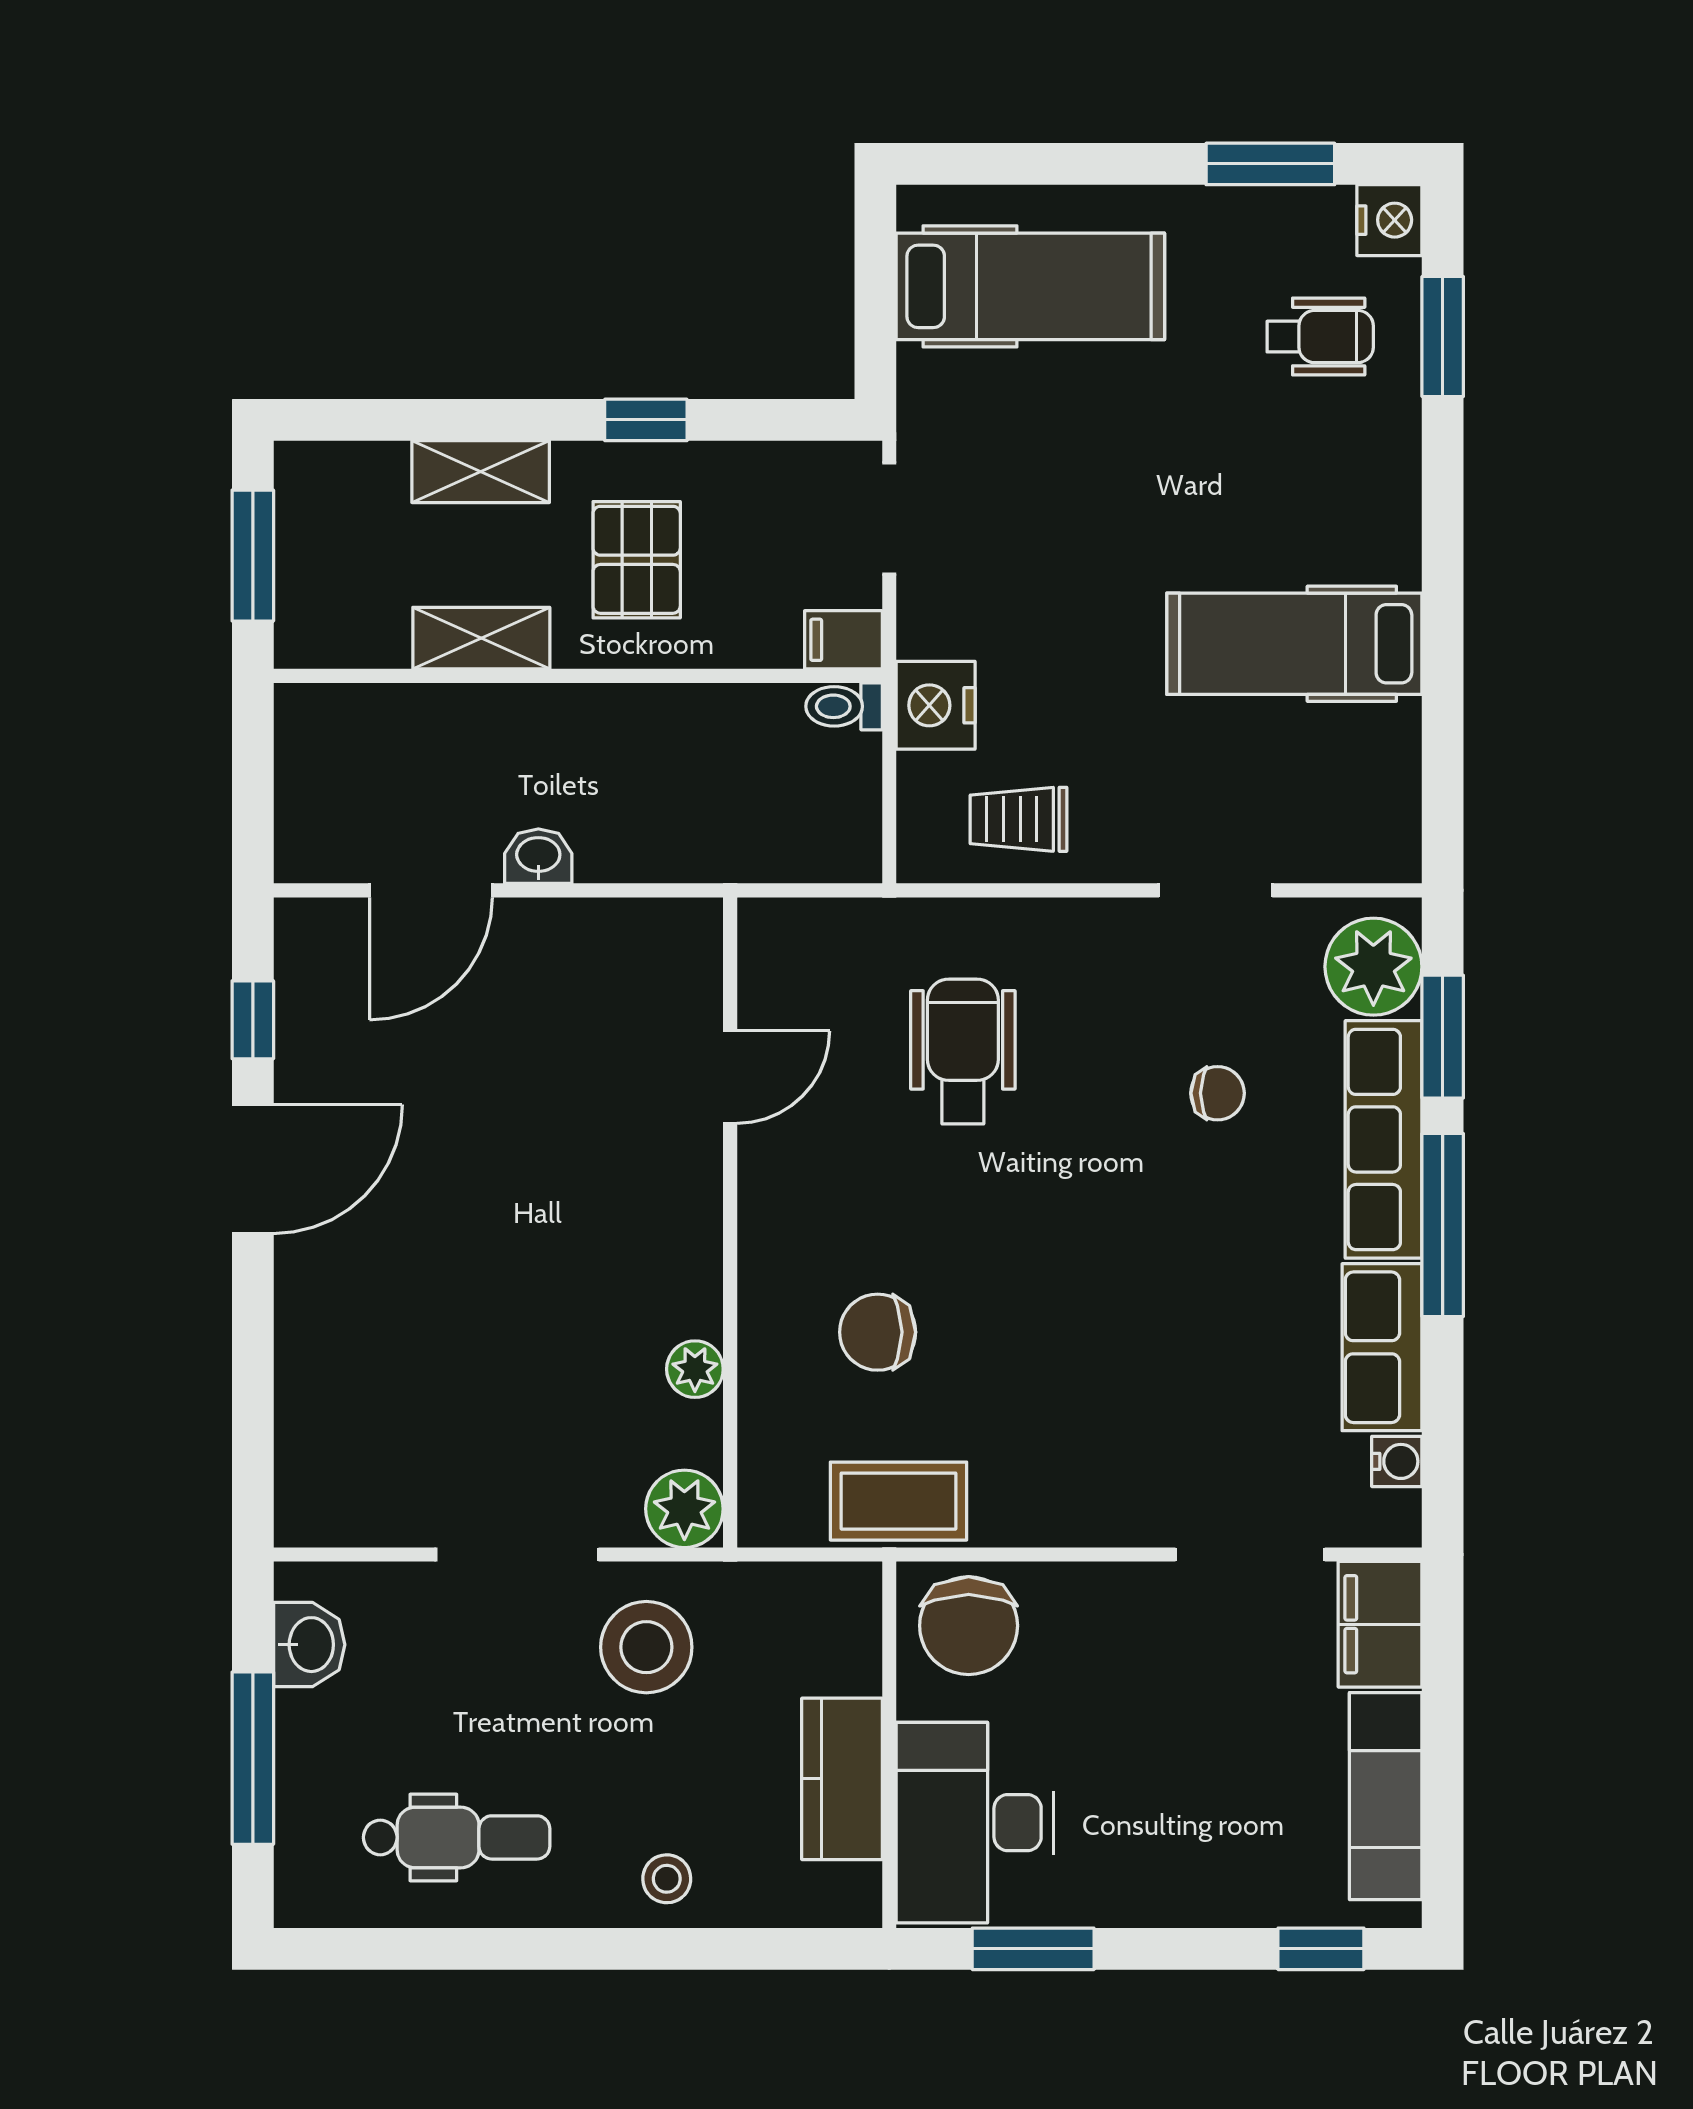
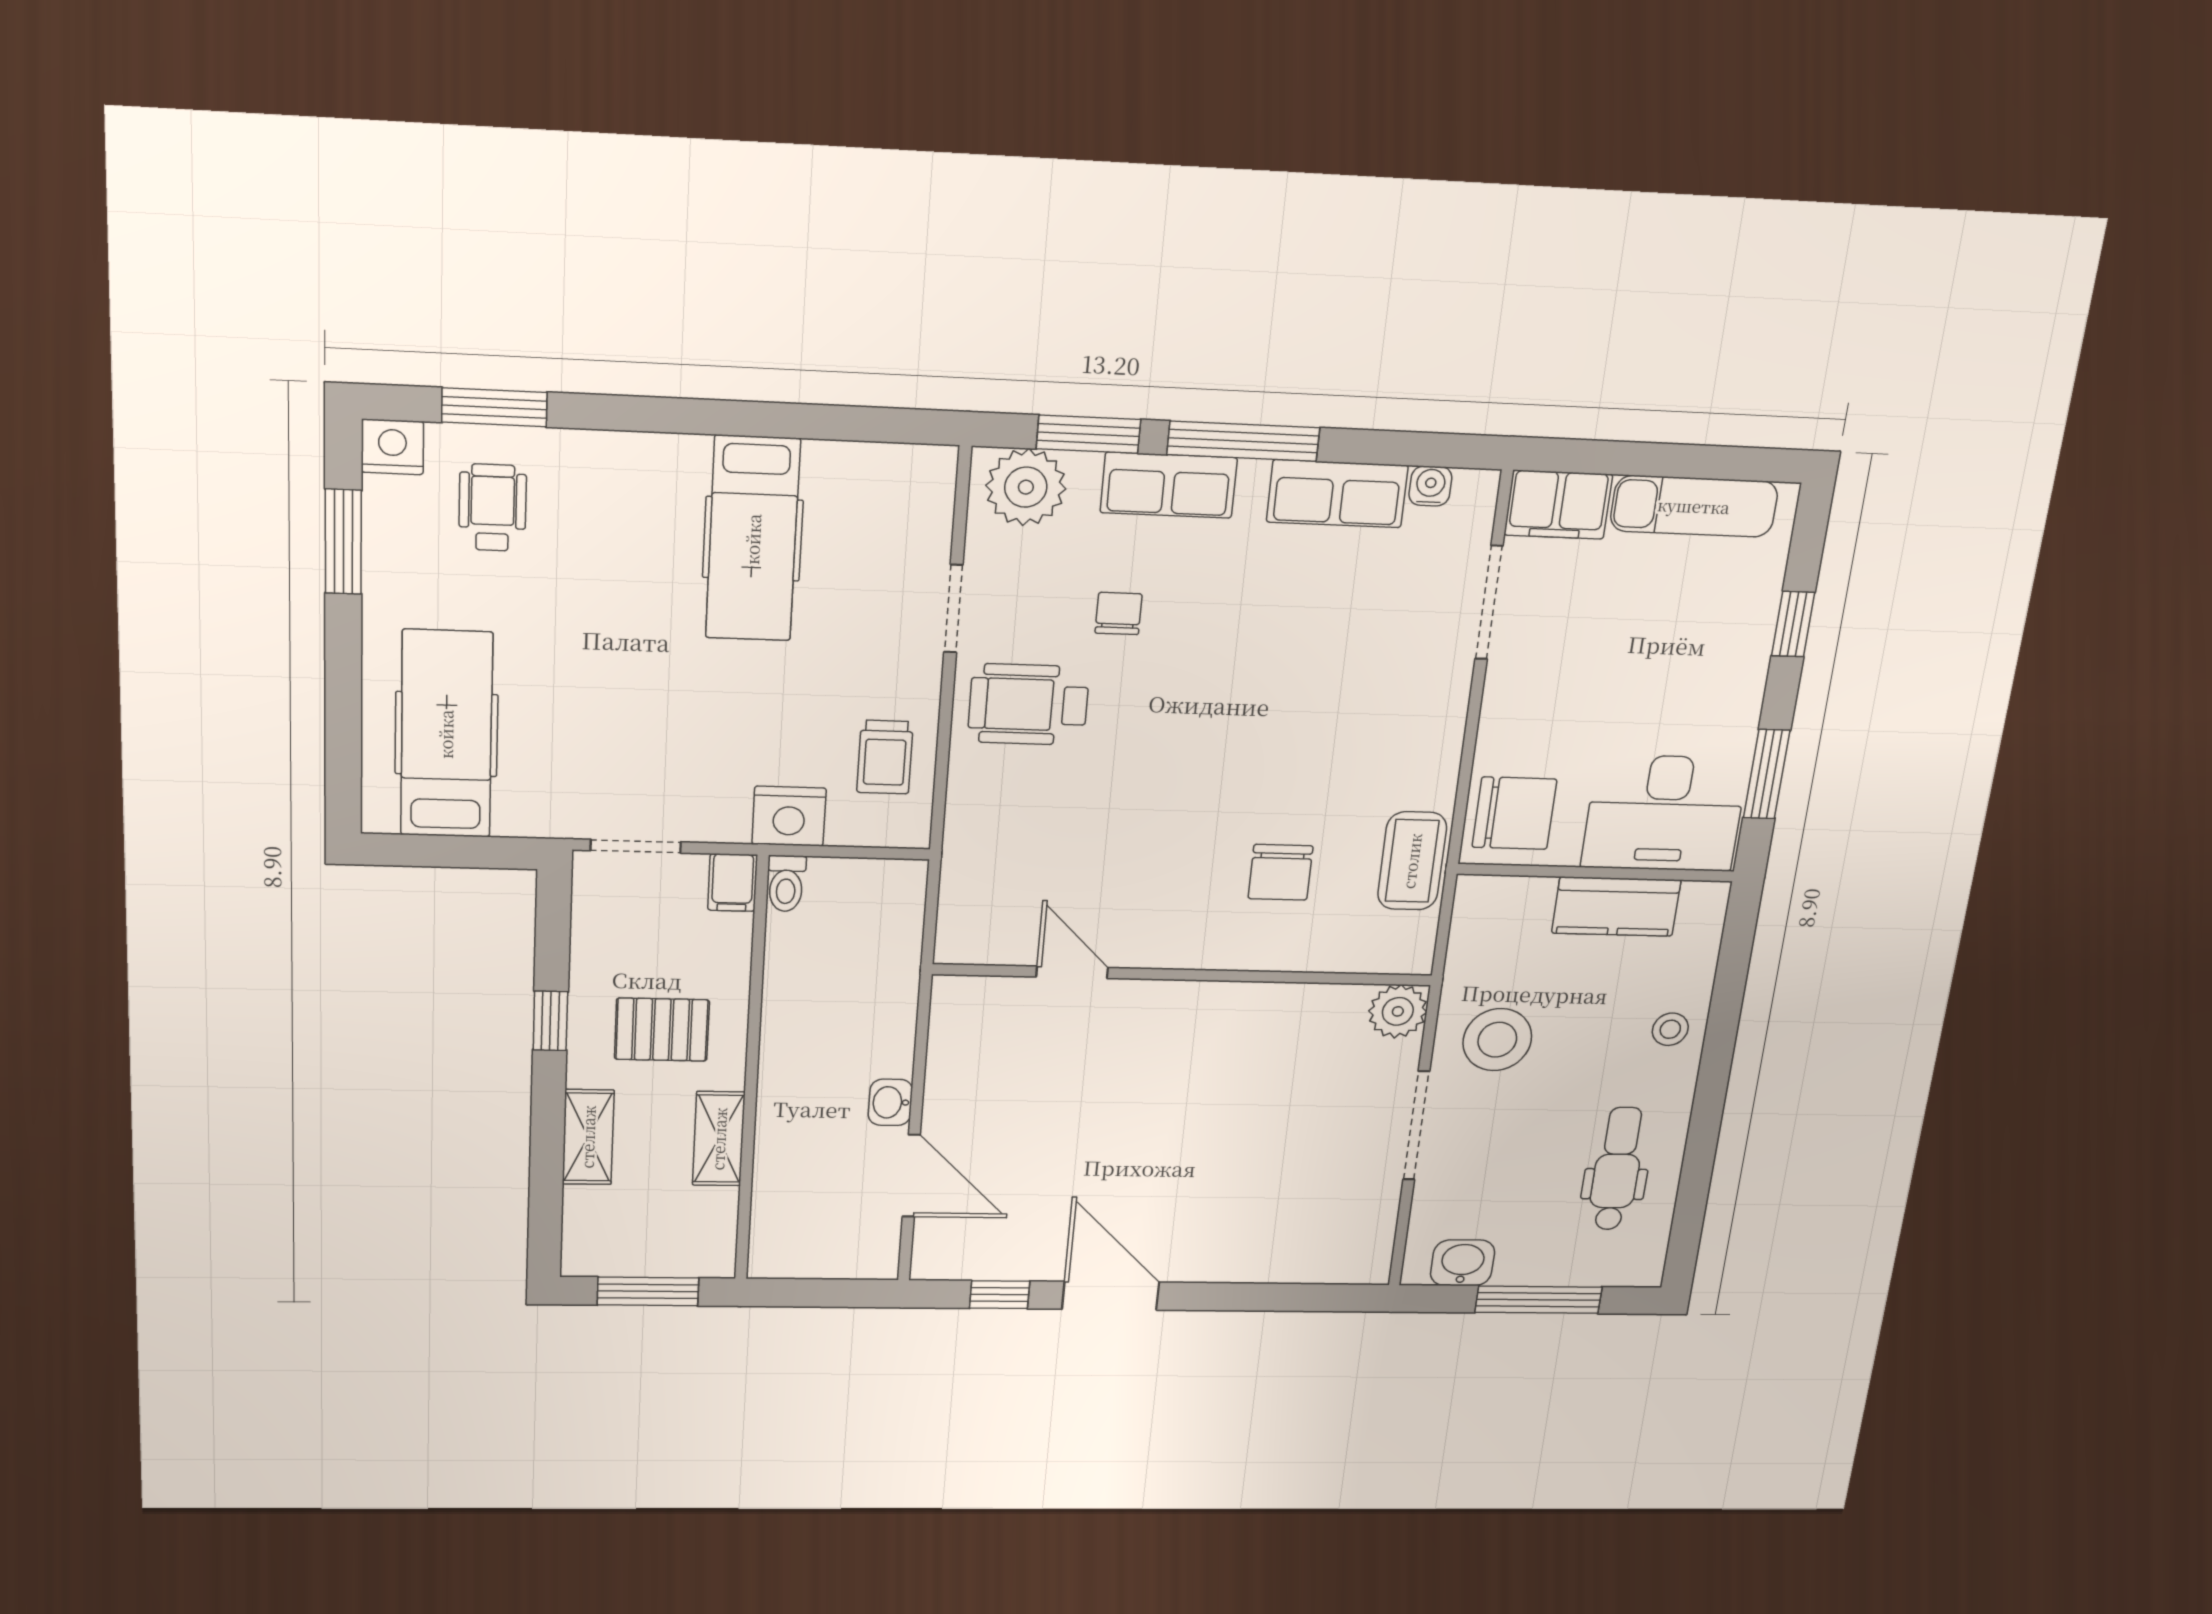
wheelchair: (963, 1051) -> (1028, 705), moved
row of seats: (1384, 1139) -> (1169, 485), width x0.68
plant: (695, 1369) -> (1293, 1002), removed
window: (1321, 1949) -> (1793, 624), moved

